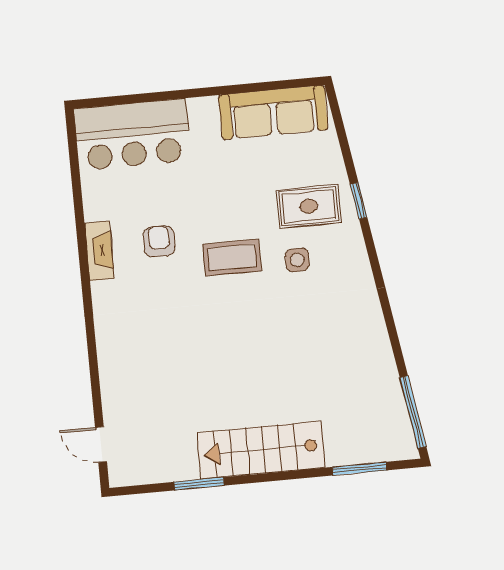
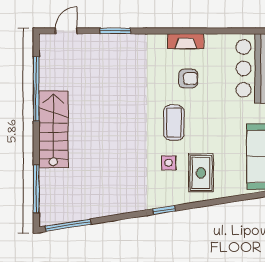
window: (359, 201) -> (164, 210), moved
window: (93, 365) -> (115, 31), added
window: (360, 469) -> (36, 189), width x1.44
window: (199, 484) -> (36, 89), width x2.11

